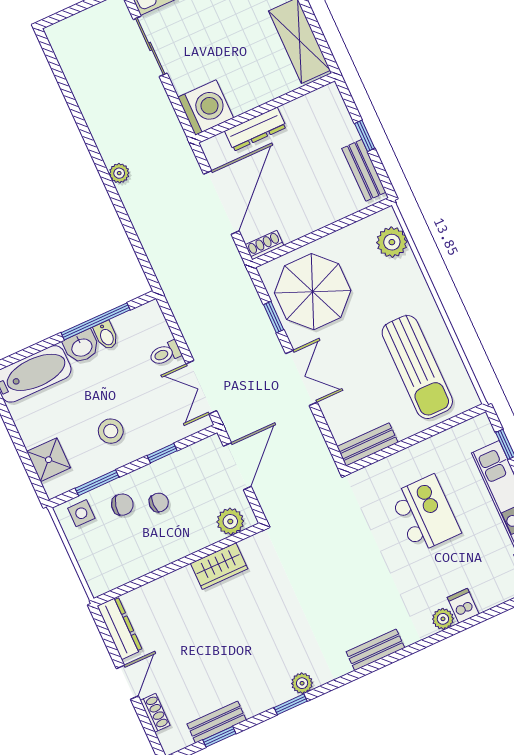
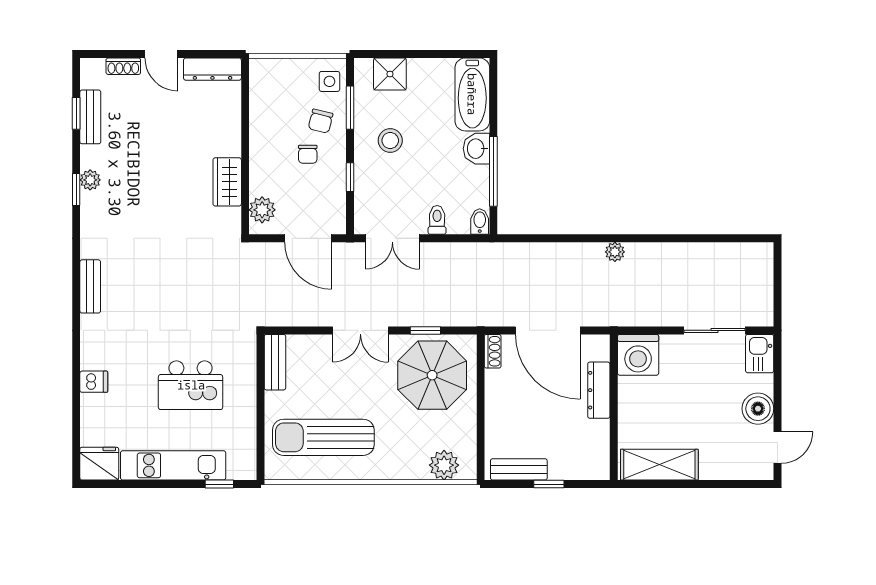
bidet: (106, 335) -> (480, 222), moved, turned 90
double door: (201, 387) -> (392, 238), swing flipped
plant: (443, 619) -> (90, 359), removed
plant: (302, 683) -> (90, 180), moved

